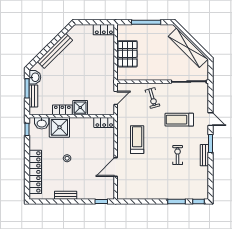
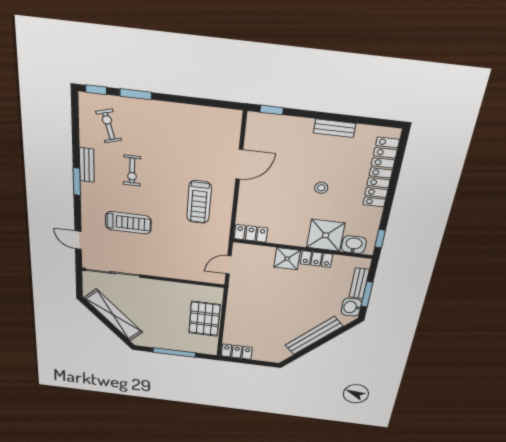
exercise bike: (153, 98) -> (109, 126), moved
door: (211, 119) -> (78, 240), moved

